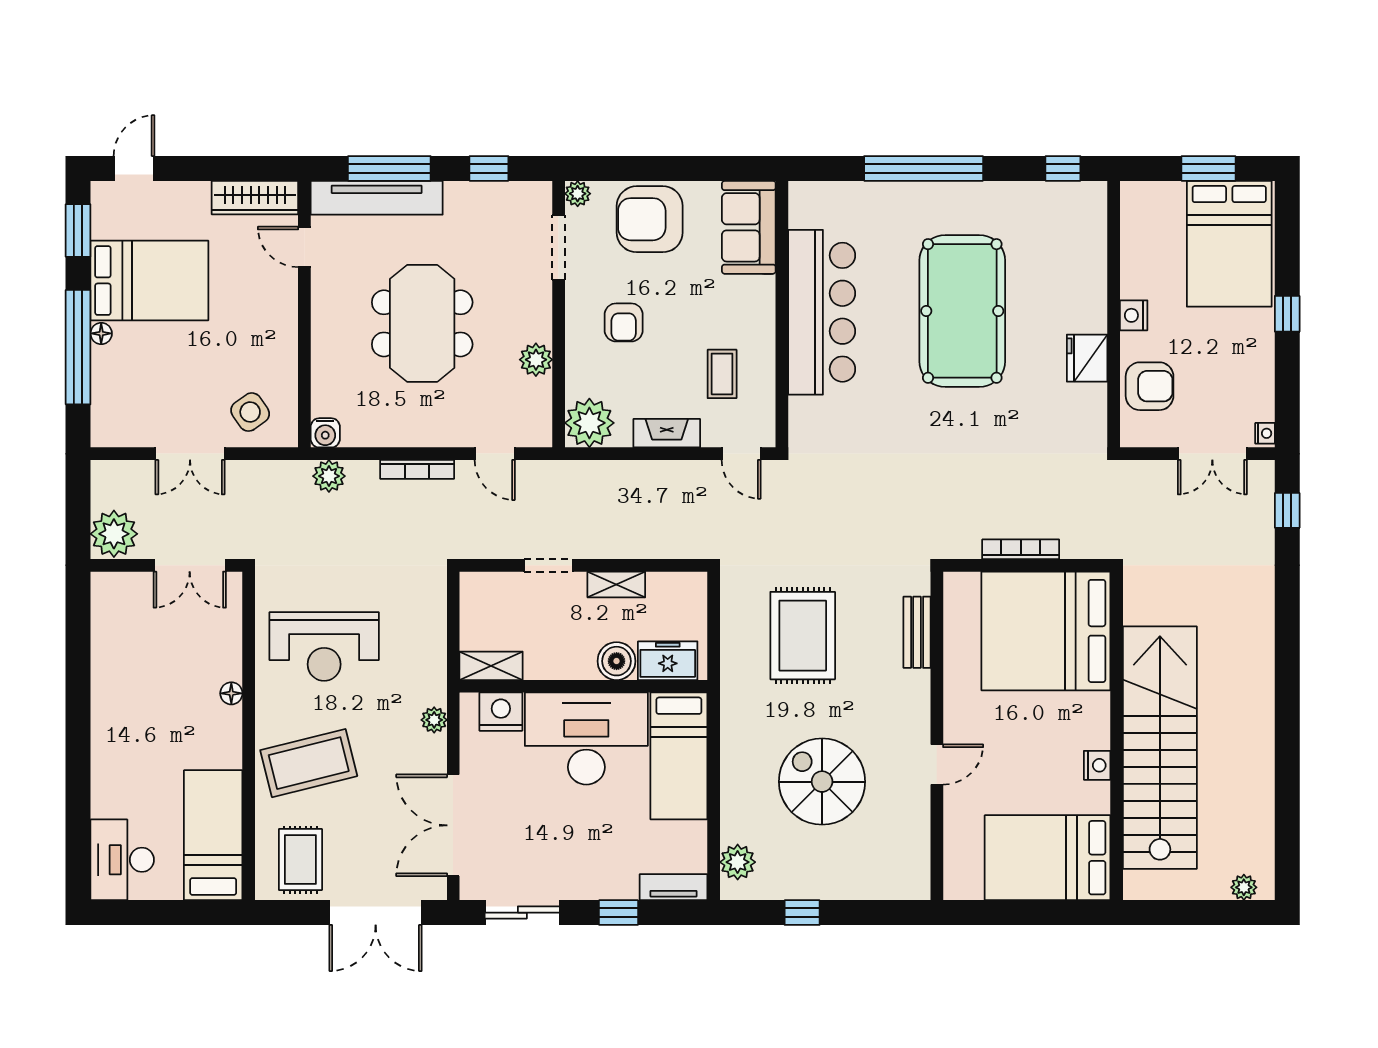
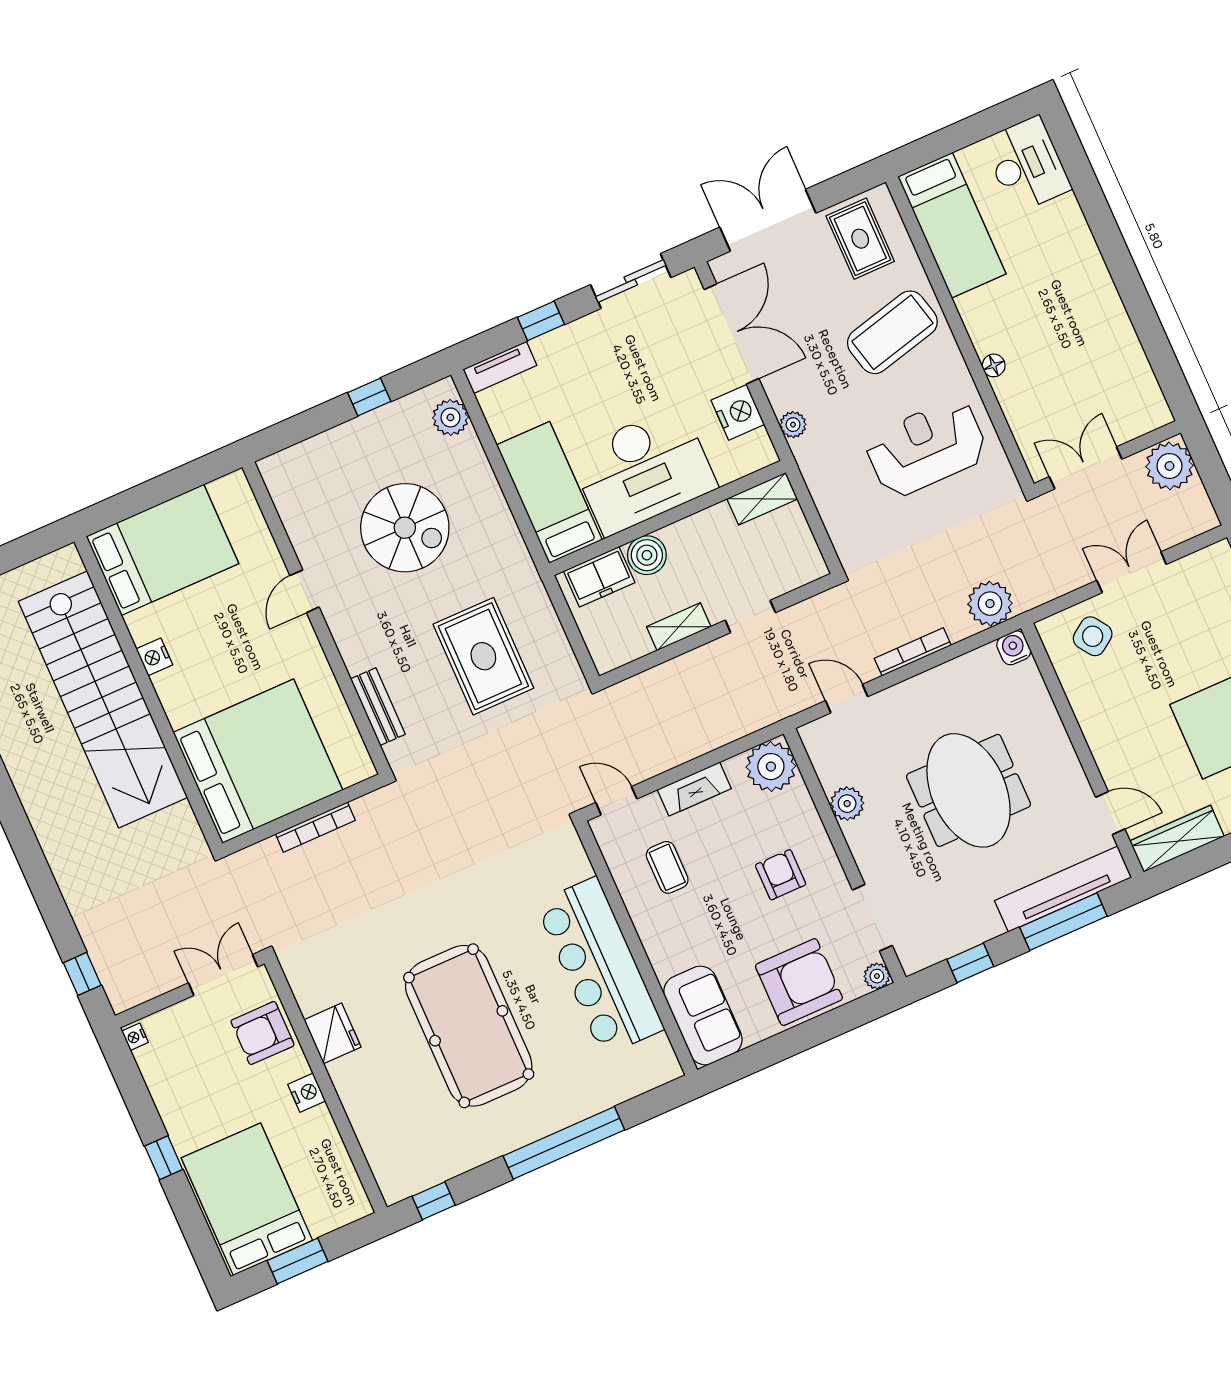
double door: (1212, 454) -> (223, 975), moved
plant: (329, 476) -> (990, 604), width x1.36, depth x1.36
nightstand: (501, 712) -> (738, 412), moved, turned -90

